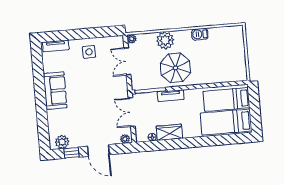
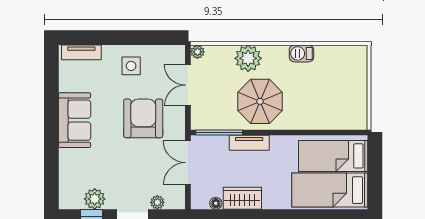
armchair: (100, 86) -> (143, 118), added
plant: (125, 139) -> (157, 202), moved
plant: (62, 142) -> (95, 199), moved

